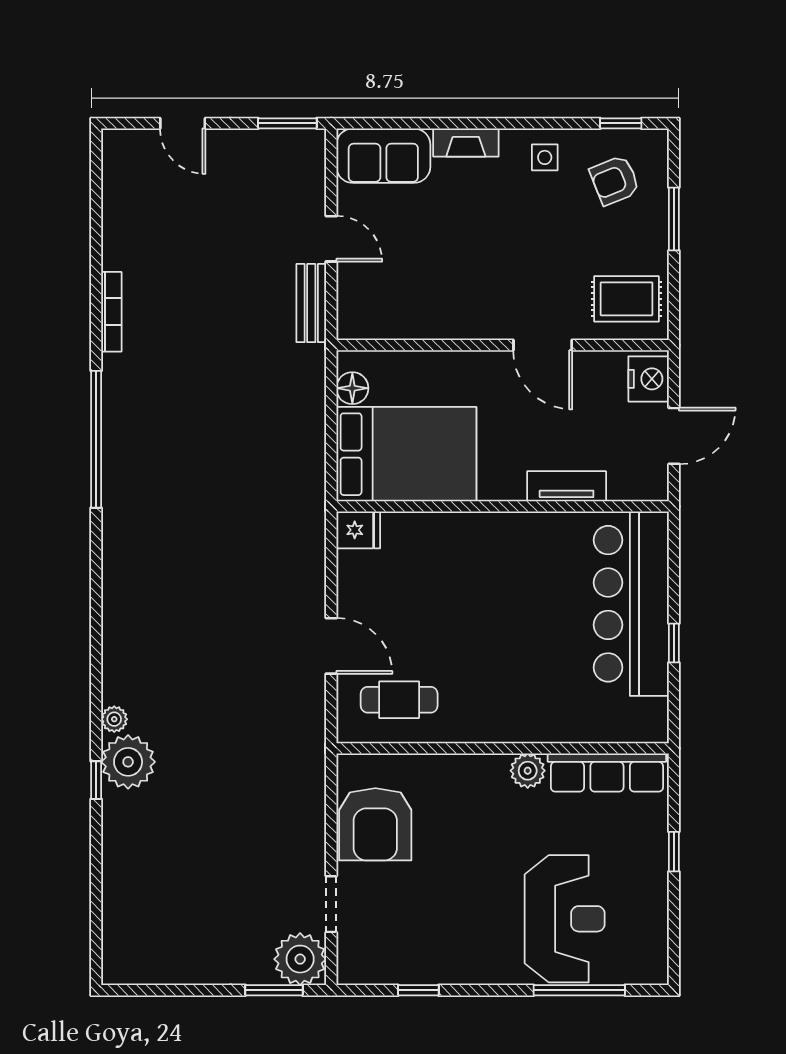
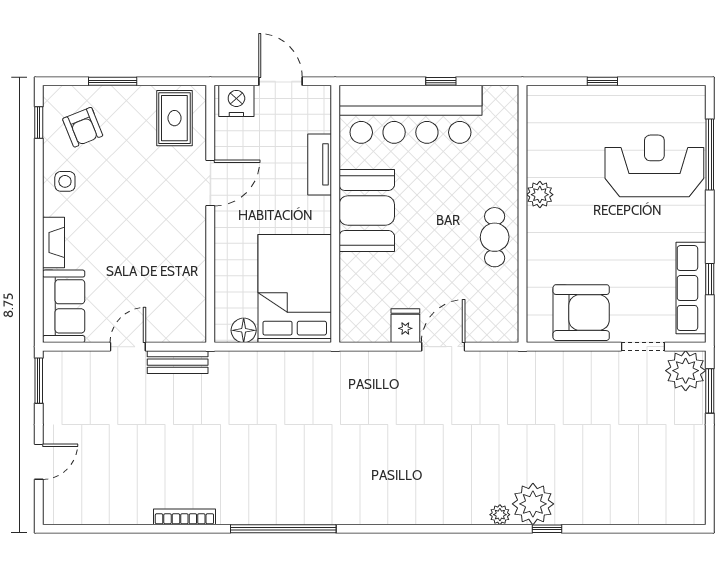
fridge: (358, 530) -> (405, 326), moved
booth: (507, 547) -> (367, 210), added
cafe table: (399, 700) -> (495, 237), moved
row of seats: (607, 773) -> (691, 288), moved, turned 180

